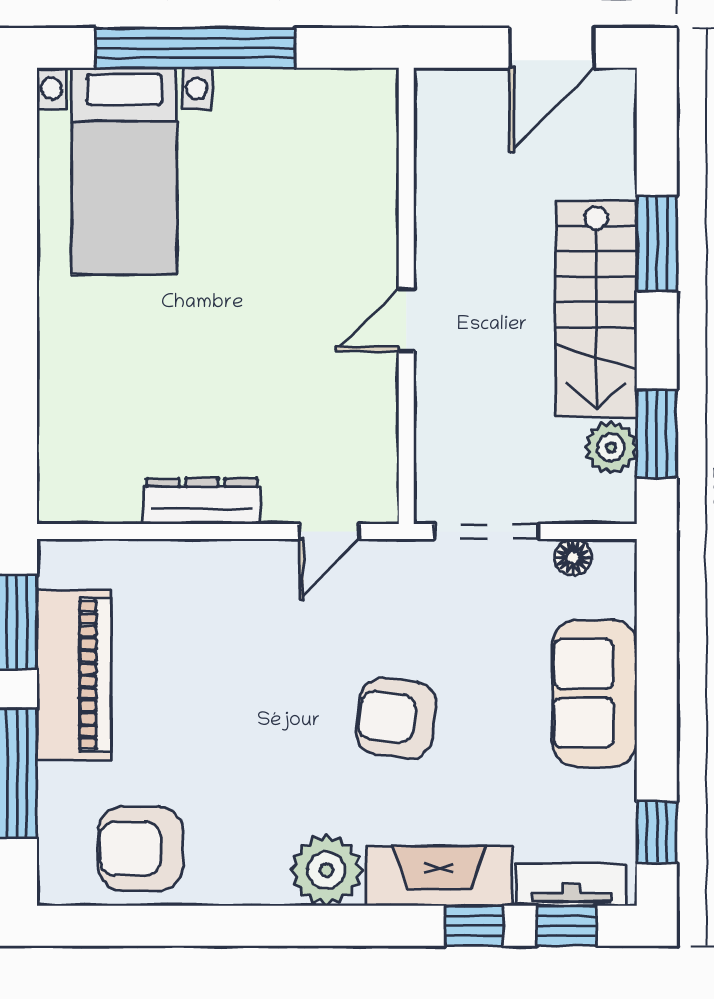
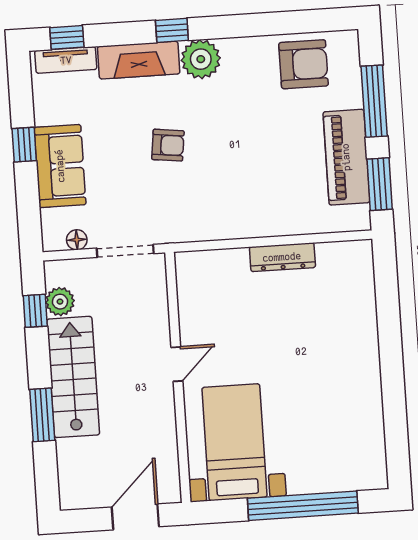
door: (552, 48) -> (135, 517), moved
bed with nightstands: (124, 171) -> (234, 442), moved
window: (657, 434) -> (35, 311), width x0.67
door: (329, 531) -> (212, 245), removed
armchair: (396, 718) -> (168, 145), width x0.72, depth x0.72
window: (657, 832) -> (24, 145), moved
window: (474, 926) -> (172, 30), moved

